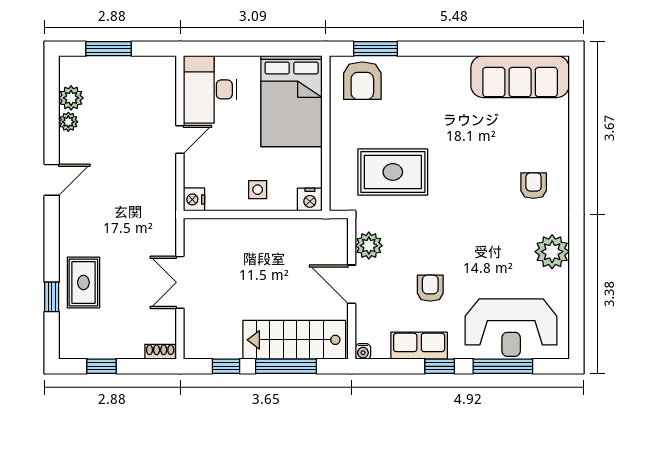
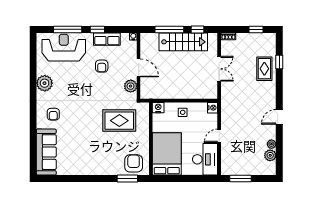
window: (109, 49) -> (241, 178), moved
sofa: (520, 77) -> (46, 152), moved, turned 90
stairs: (294, 340) -> (183, 42), moved

